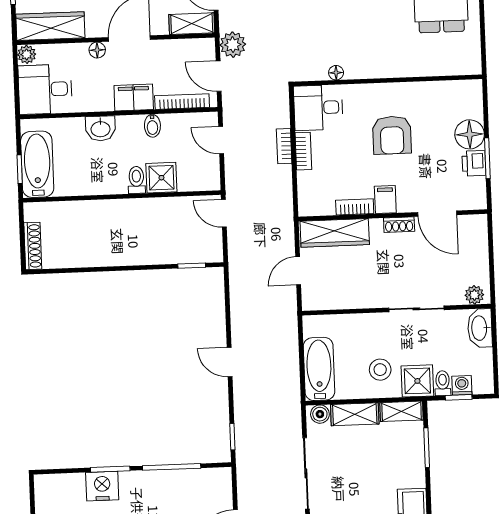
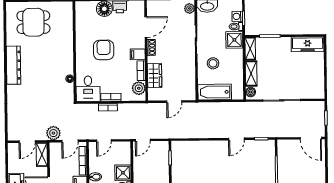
armchair: (392, 135) -> (104, 50), turned -90
plant: (322, 203) -> (139, 88), added
wardrobe: (335, 233) -> (155, 76), width x0.67
door: (298, 271) -> (174, 102), hinge flipped
door: (230, 362) -> (236, 139), moved
bathtub: (319, 369) -> (215, 92), moved
stool: (380, 370) -> (213, 63), moved

